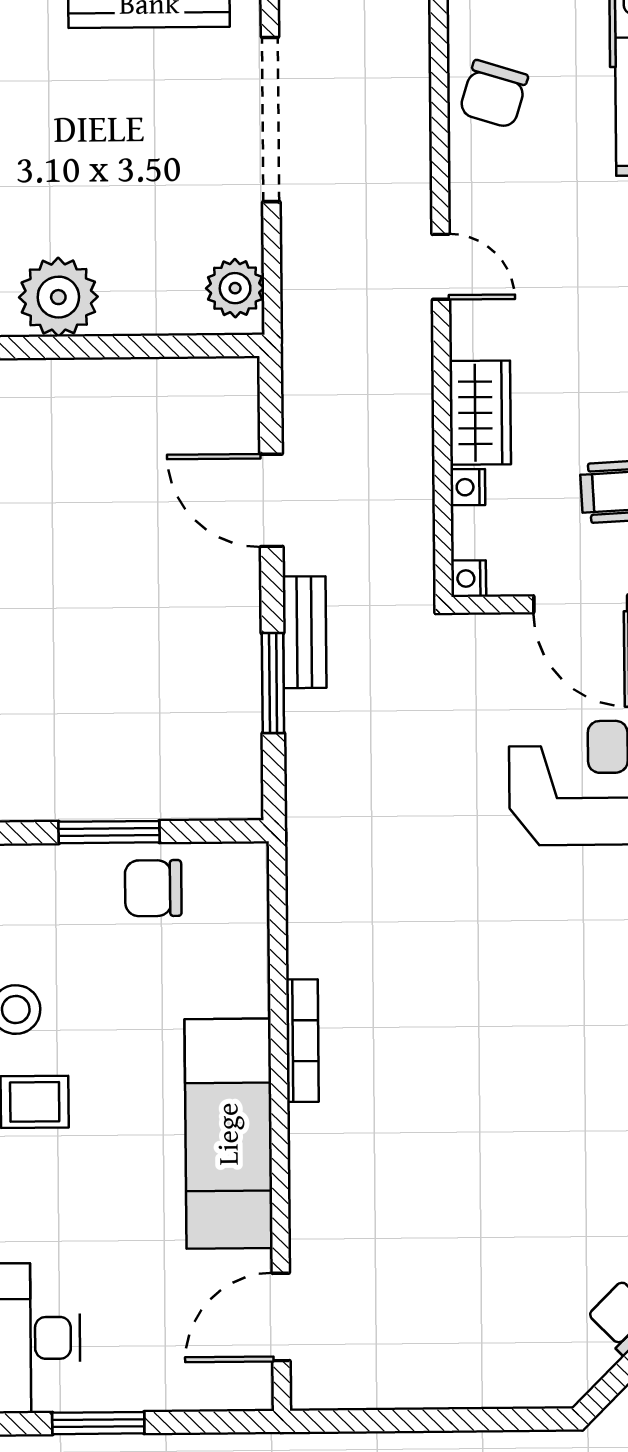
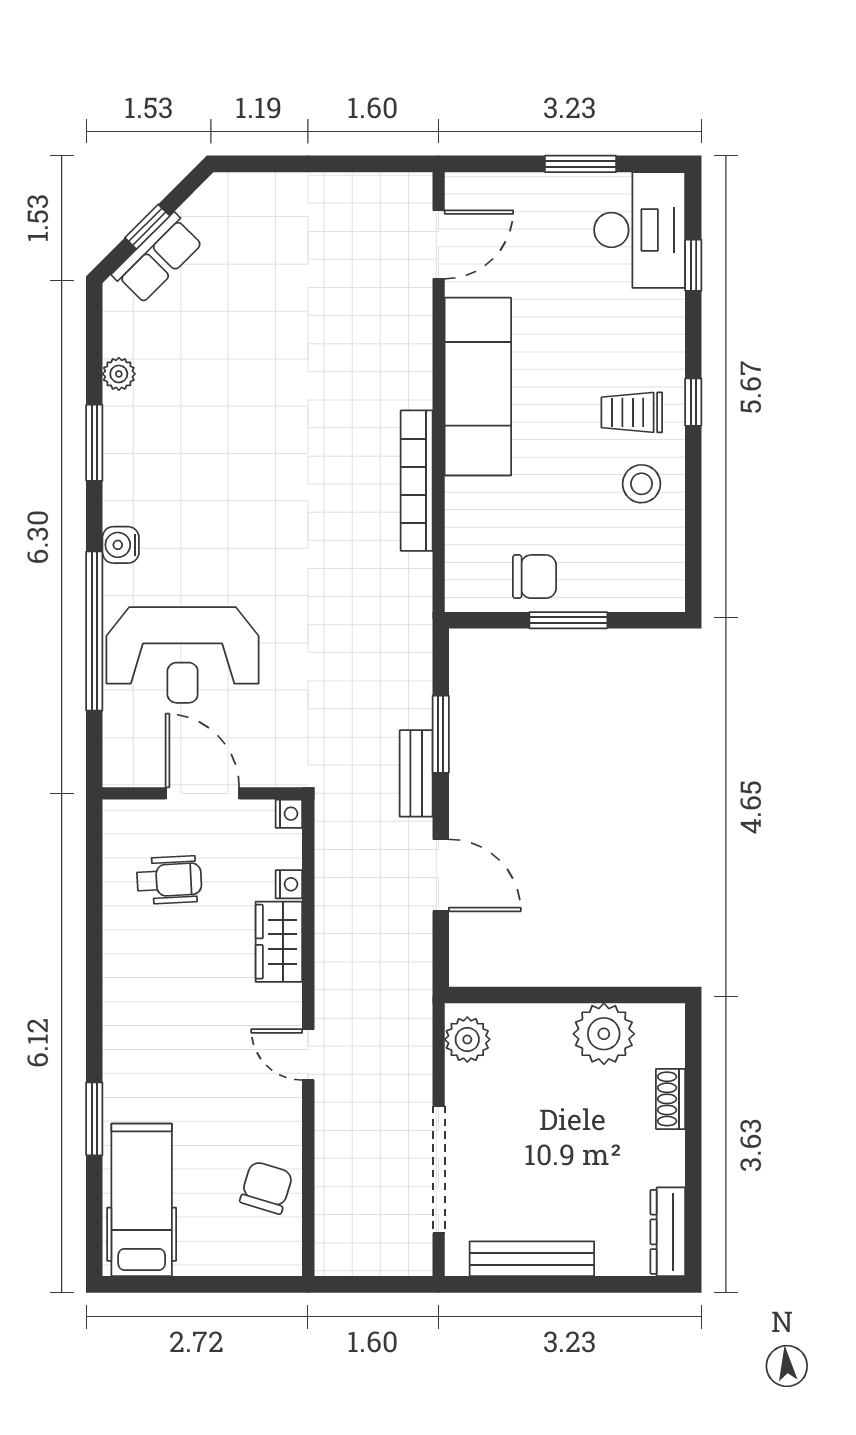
bookcase: (302, 1041) -> (417, 481), width x1.48, depth x1.31

